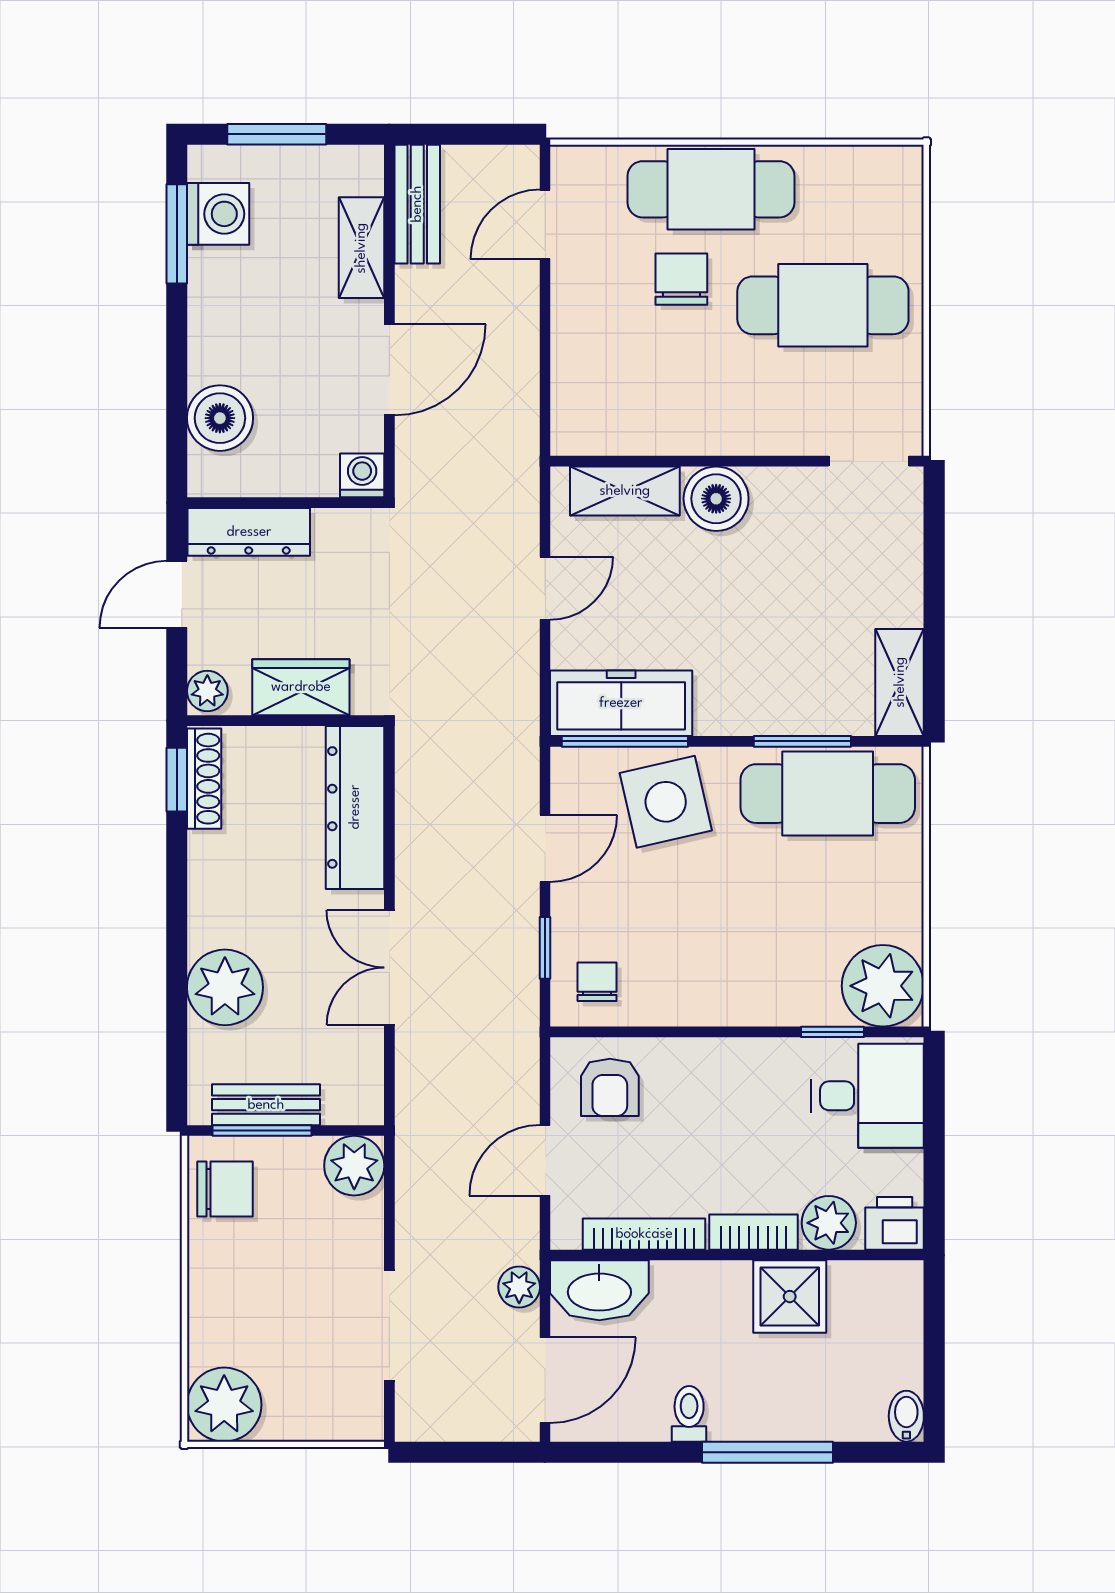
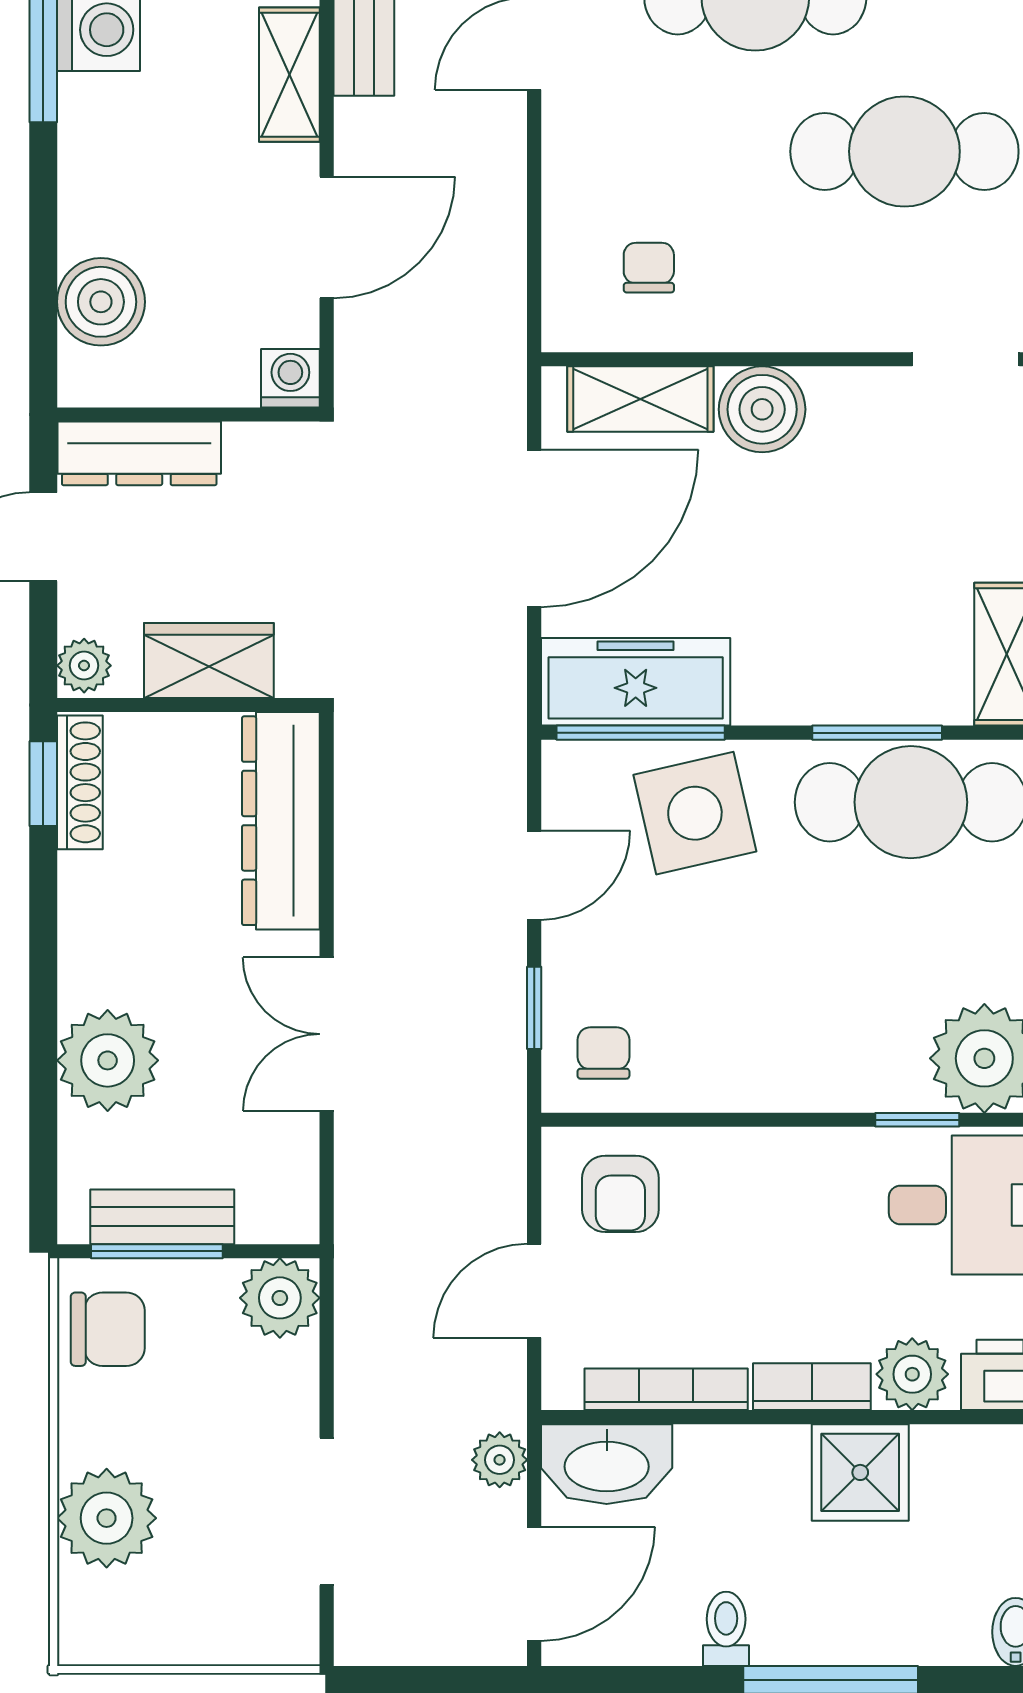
chair: (681, 279) -> (649, 268), moved, width x0.73, depth x0.73
door: (545, 588) -> (534, 528), width x1.88
plant: (224, 1405) -> (107, 1518), moved

